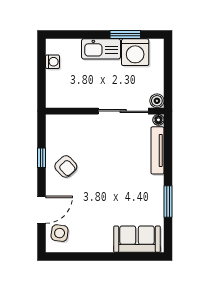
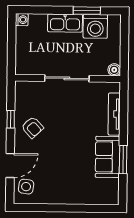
washing machine: (52, 62) -> (22, 20), moved
sliding door: (123, 111) -> (67, 78), moved
floor lamp: (158, 120) -> (115, 87), removed
sofa: (137, 239) -> (107, 157), moved, turned -90

